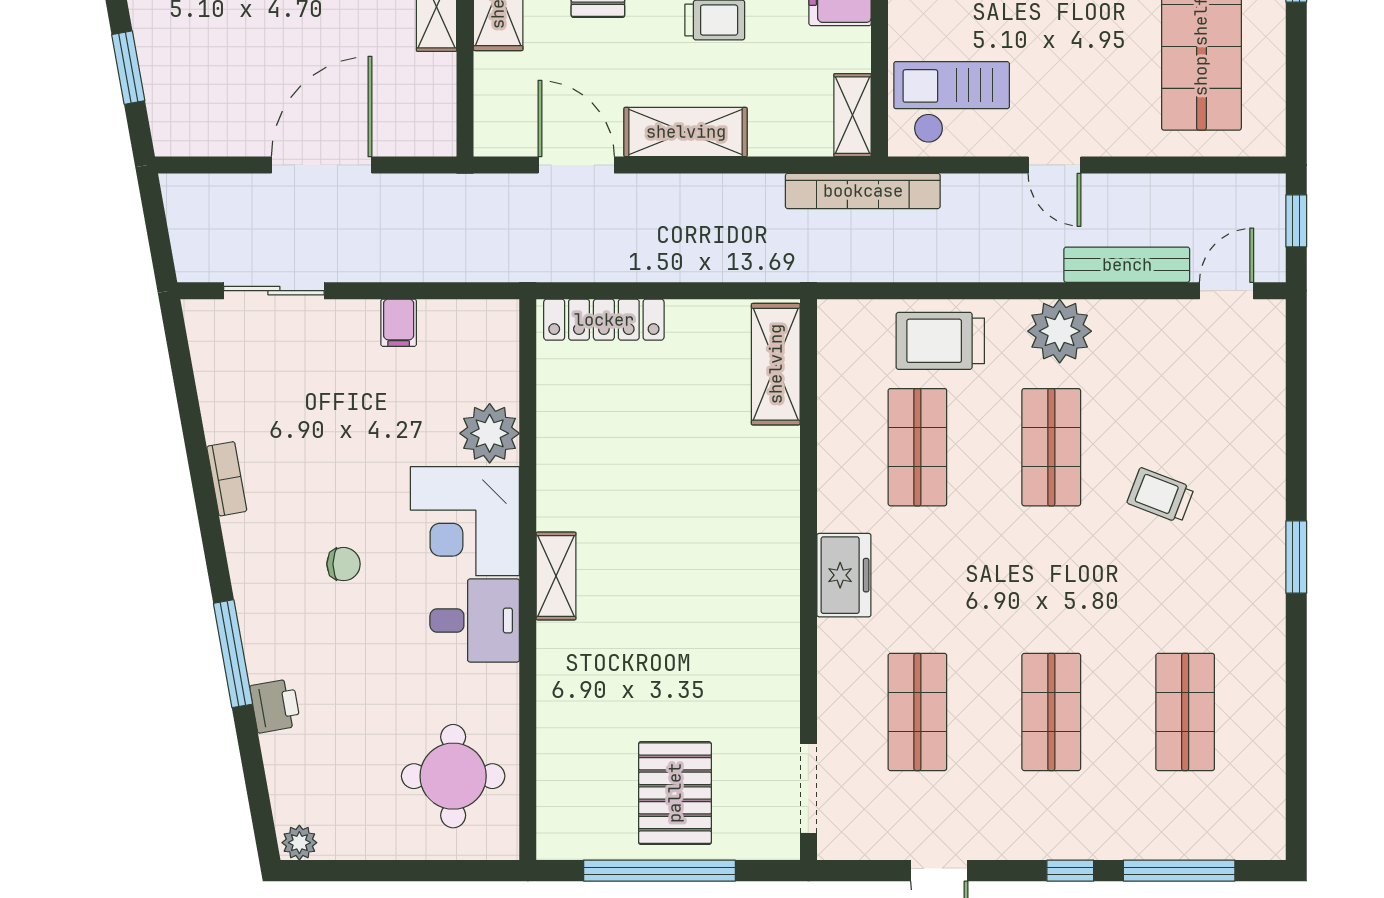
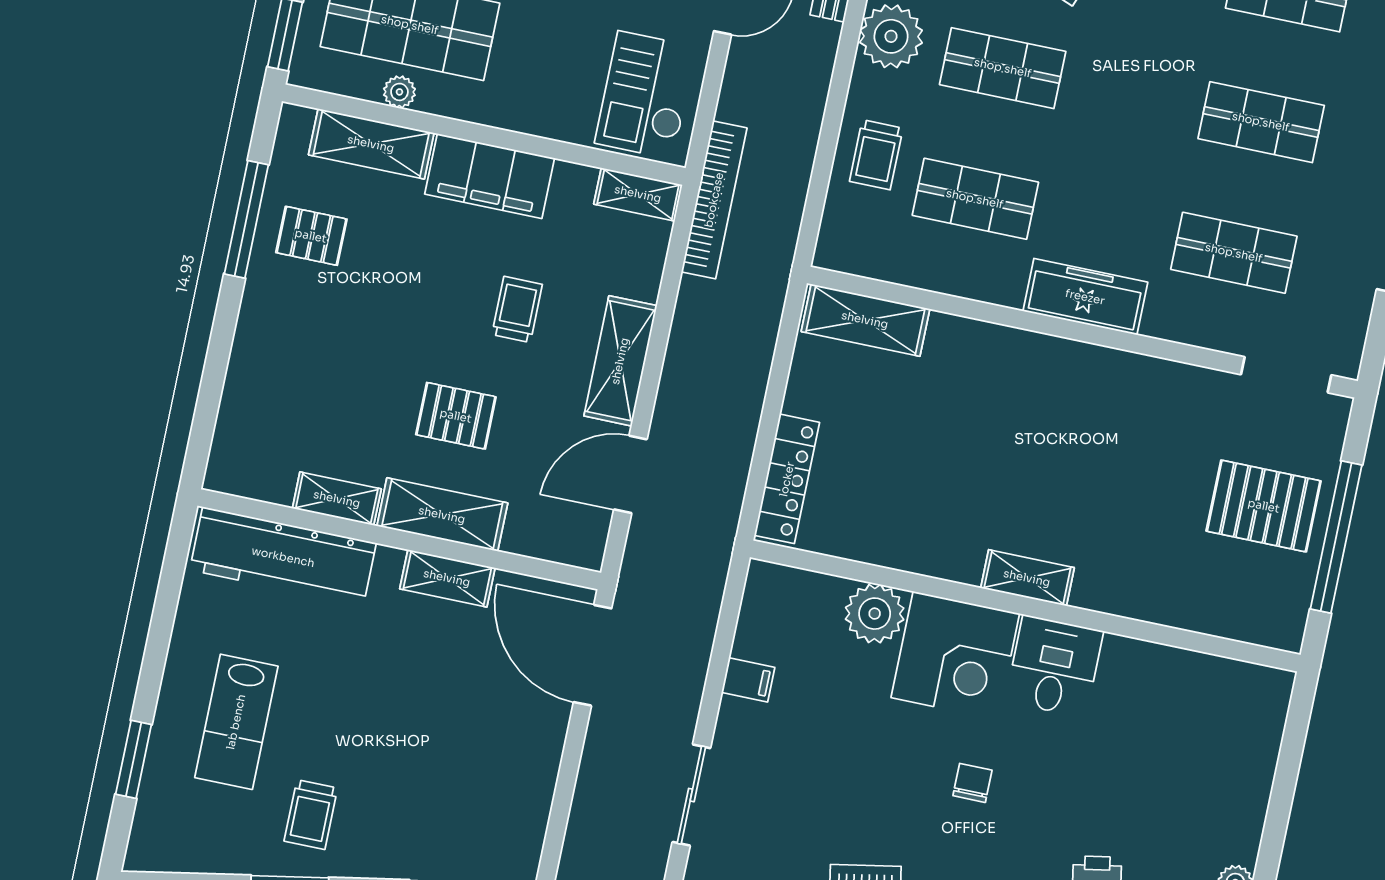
door: (322, 165) -> (593, 655), moved
trolley: (940, 341) -> (876, 155), width x0.73, depth x0.72
freezer: (844, 575) -> (1085, 297), width x1.40
round table: (453, 776) -> (1202, 719), removed

